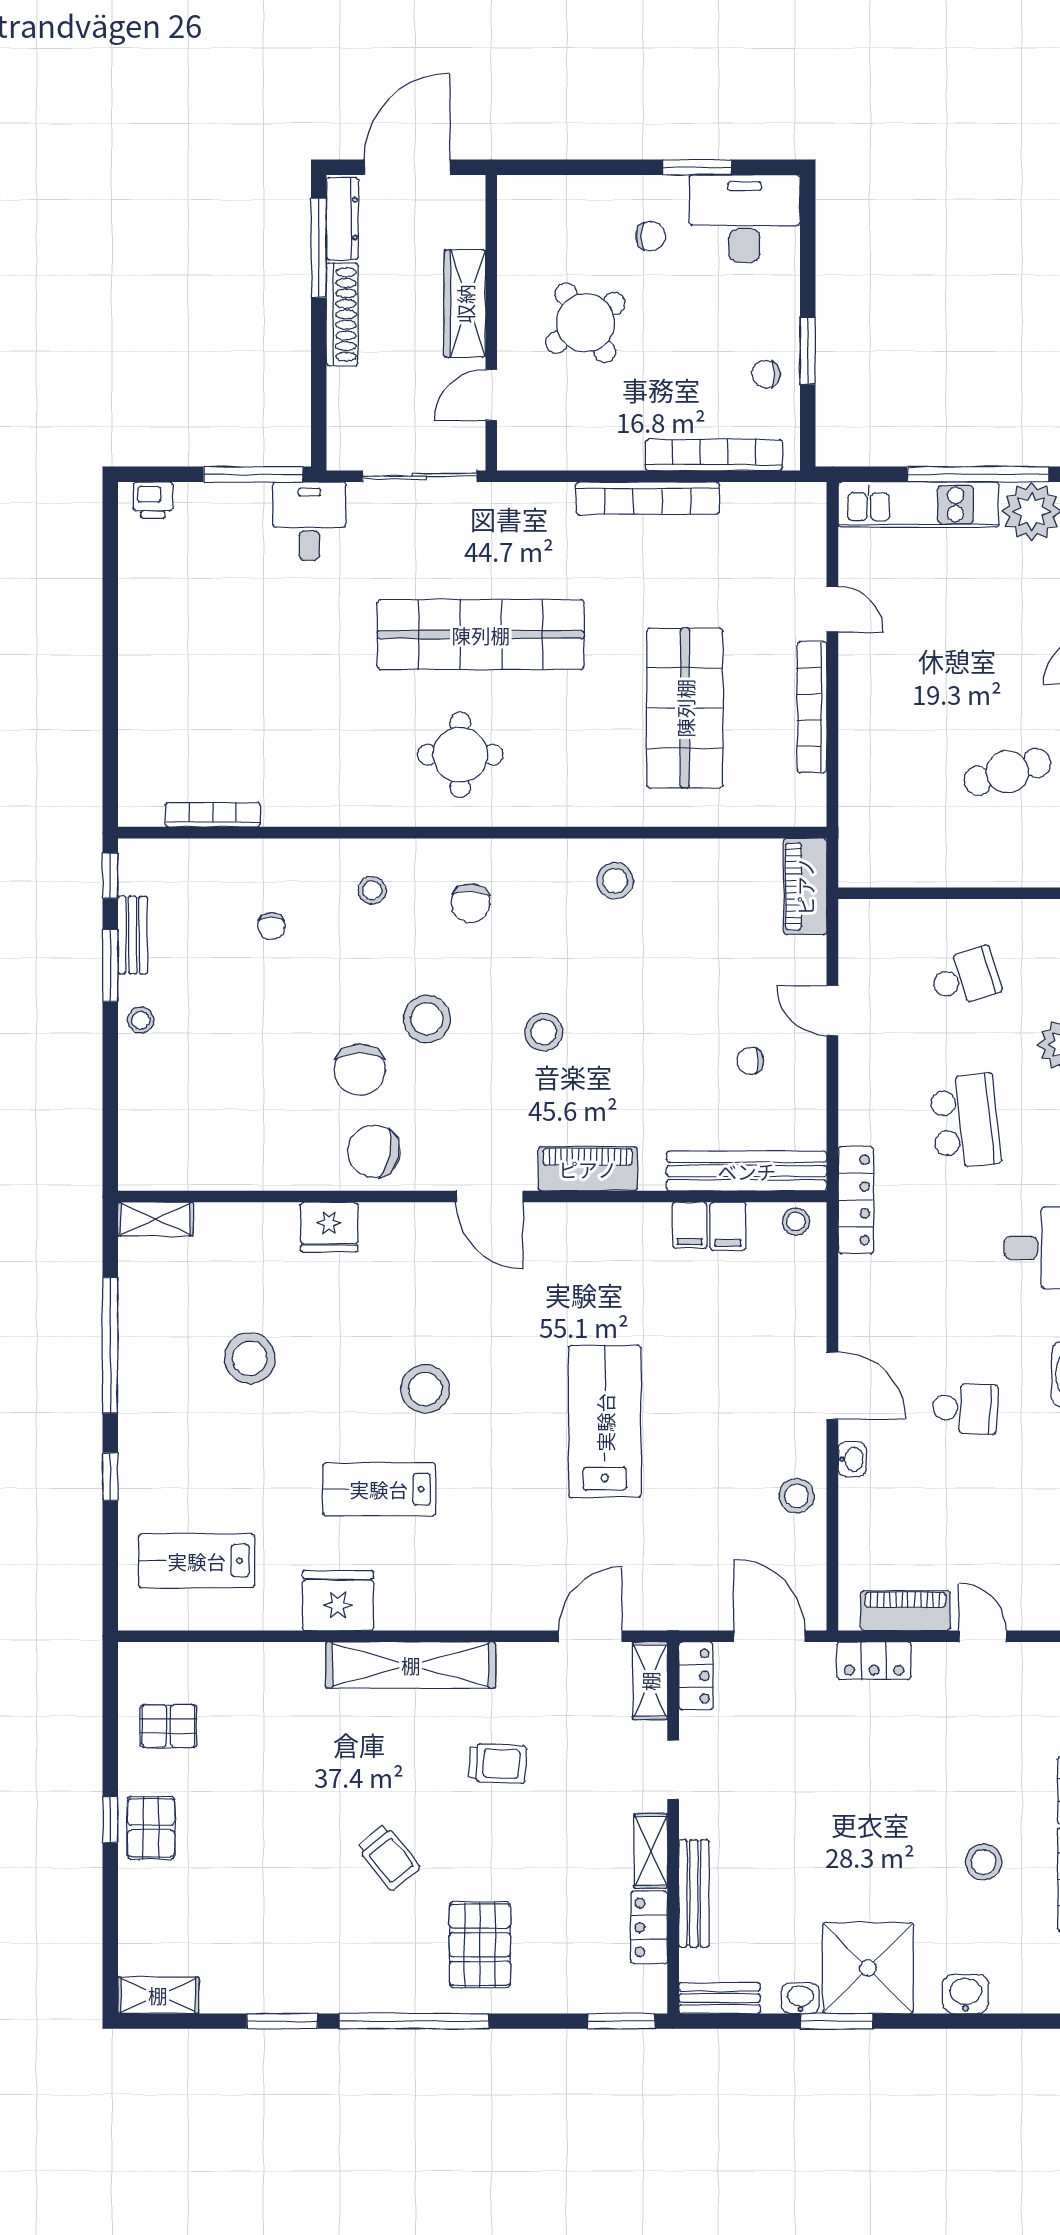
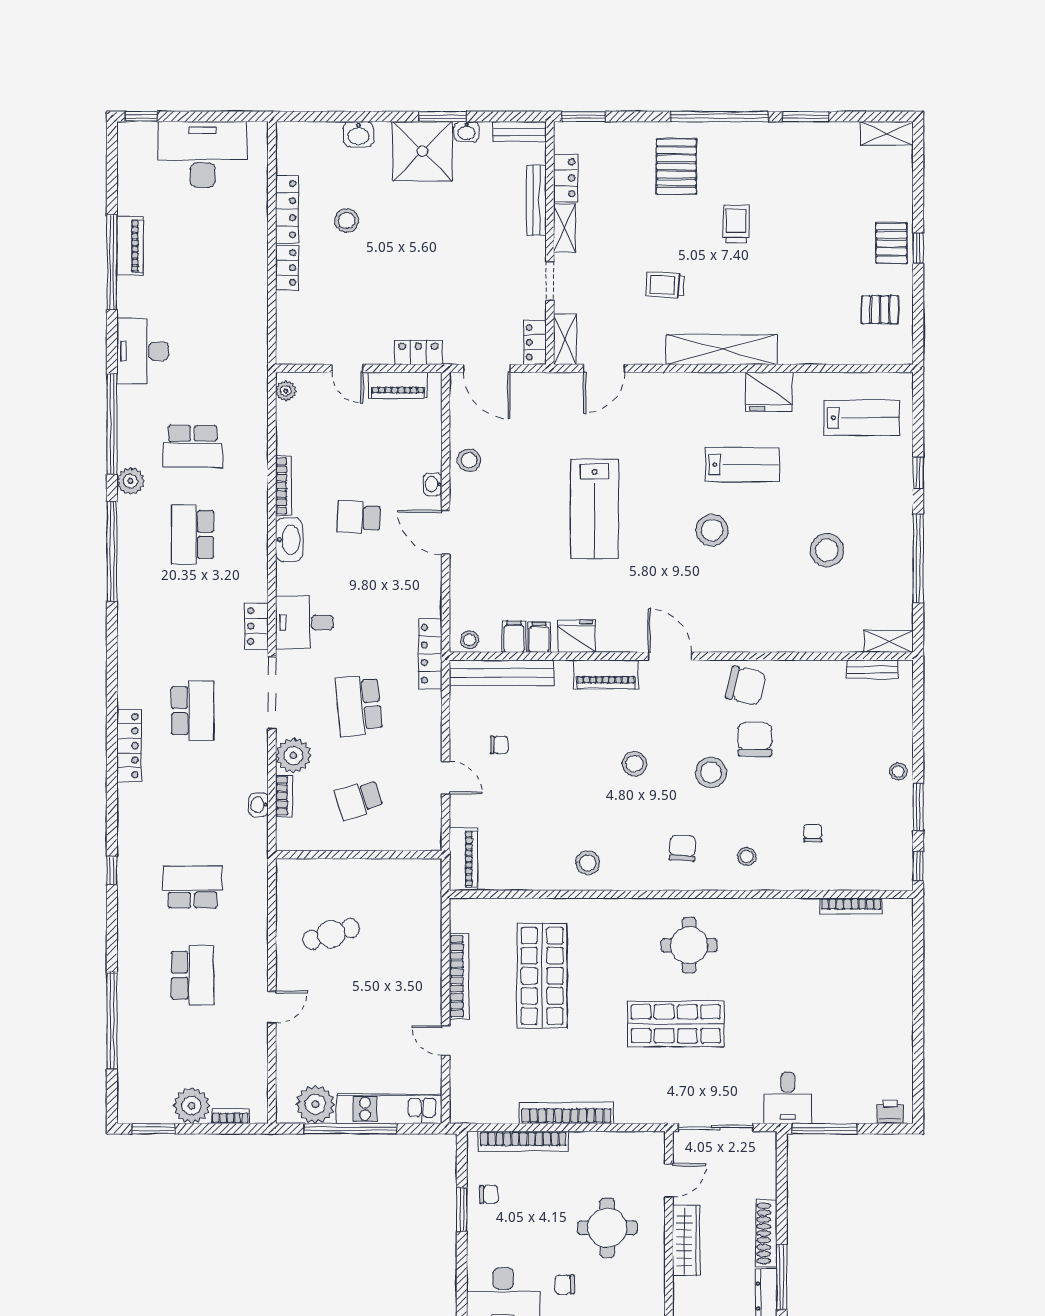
round table: (585, 323) -> (607, 1228), turned 34
shop shelf: (481, 635) -> (676, 1024), width x0.71
bench: (133, 935) -> (872, 670), moved, turned 90
fridge: (329, 1227) -> (577, 636), moved
trolley: (388, 1857) -> (736, 224), turned 39

